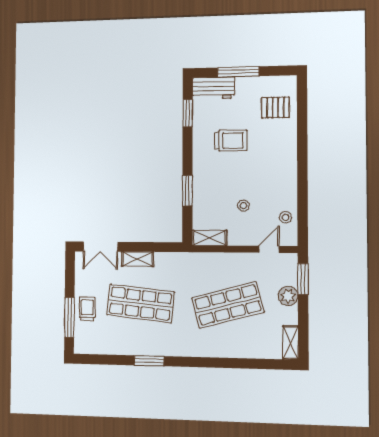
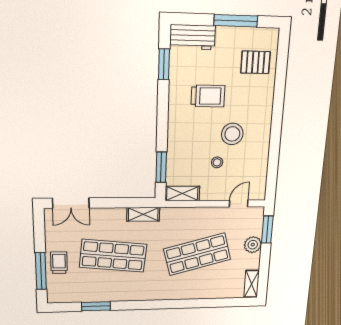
window: (238, 72) -> (236, 21), moved
window: (187, 191) -> (161, 167), moved
stool: (286, 217) -> (232, 134), moved, width x1.89, depth x1.89
shelving: (138, 259) -> (143, 214), moved
window: (149, 361) -> (96, 306), moved

